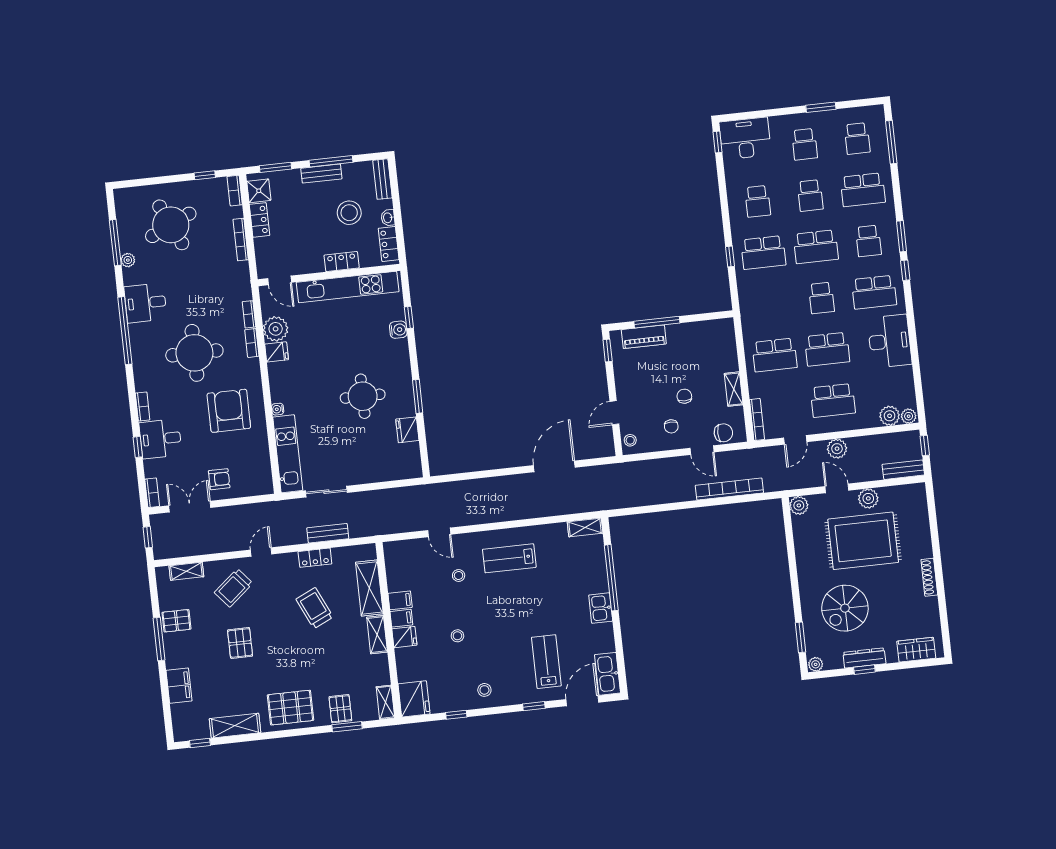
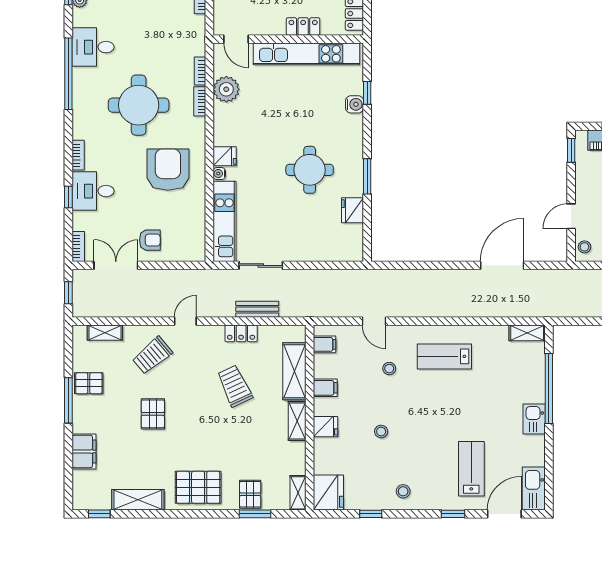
fridge: (277, 352) -> (225, 156), moved
filing cabinet: (401, 618) -> (324, 344), moved

